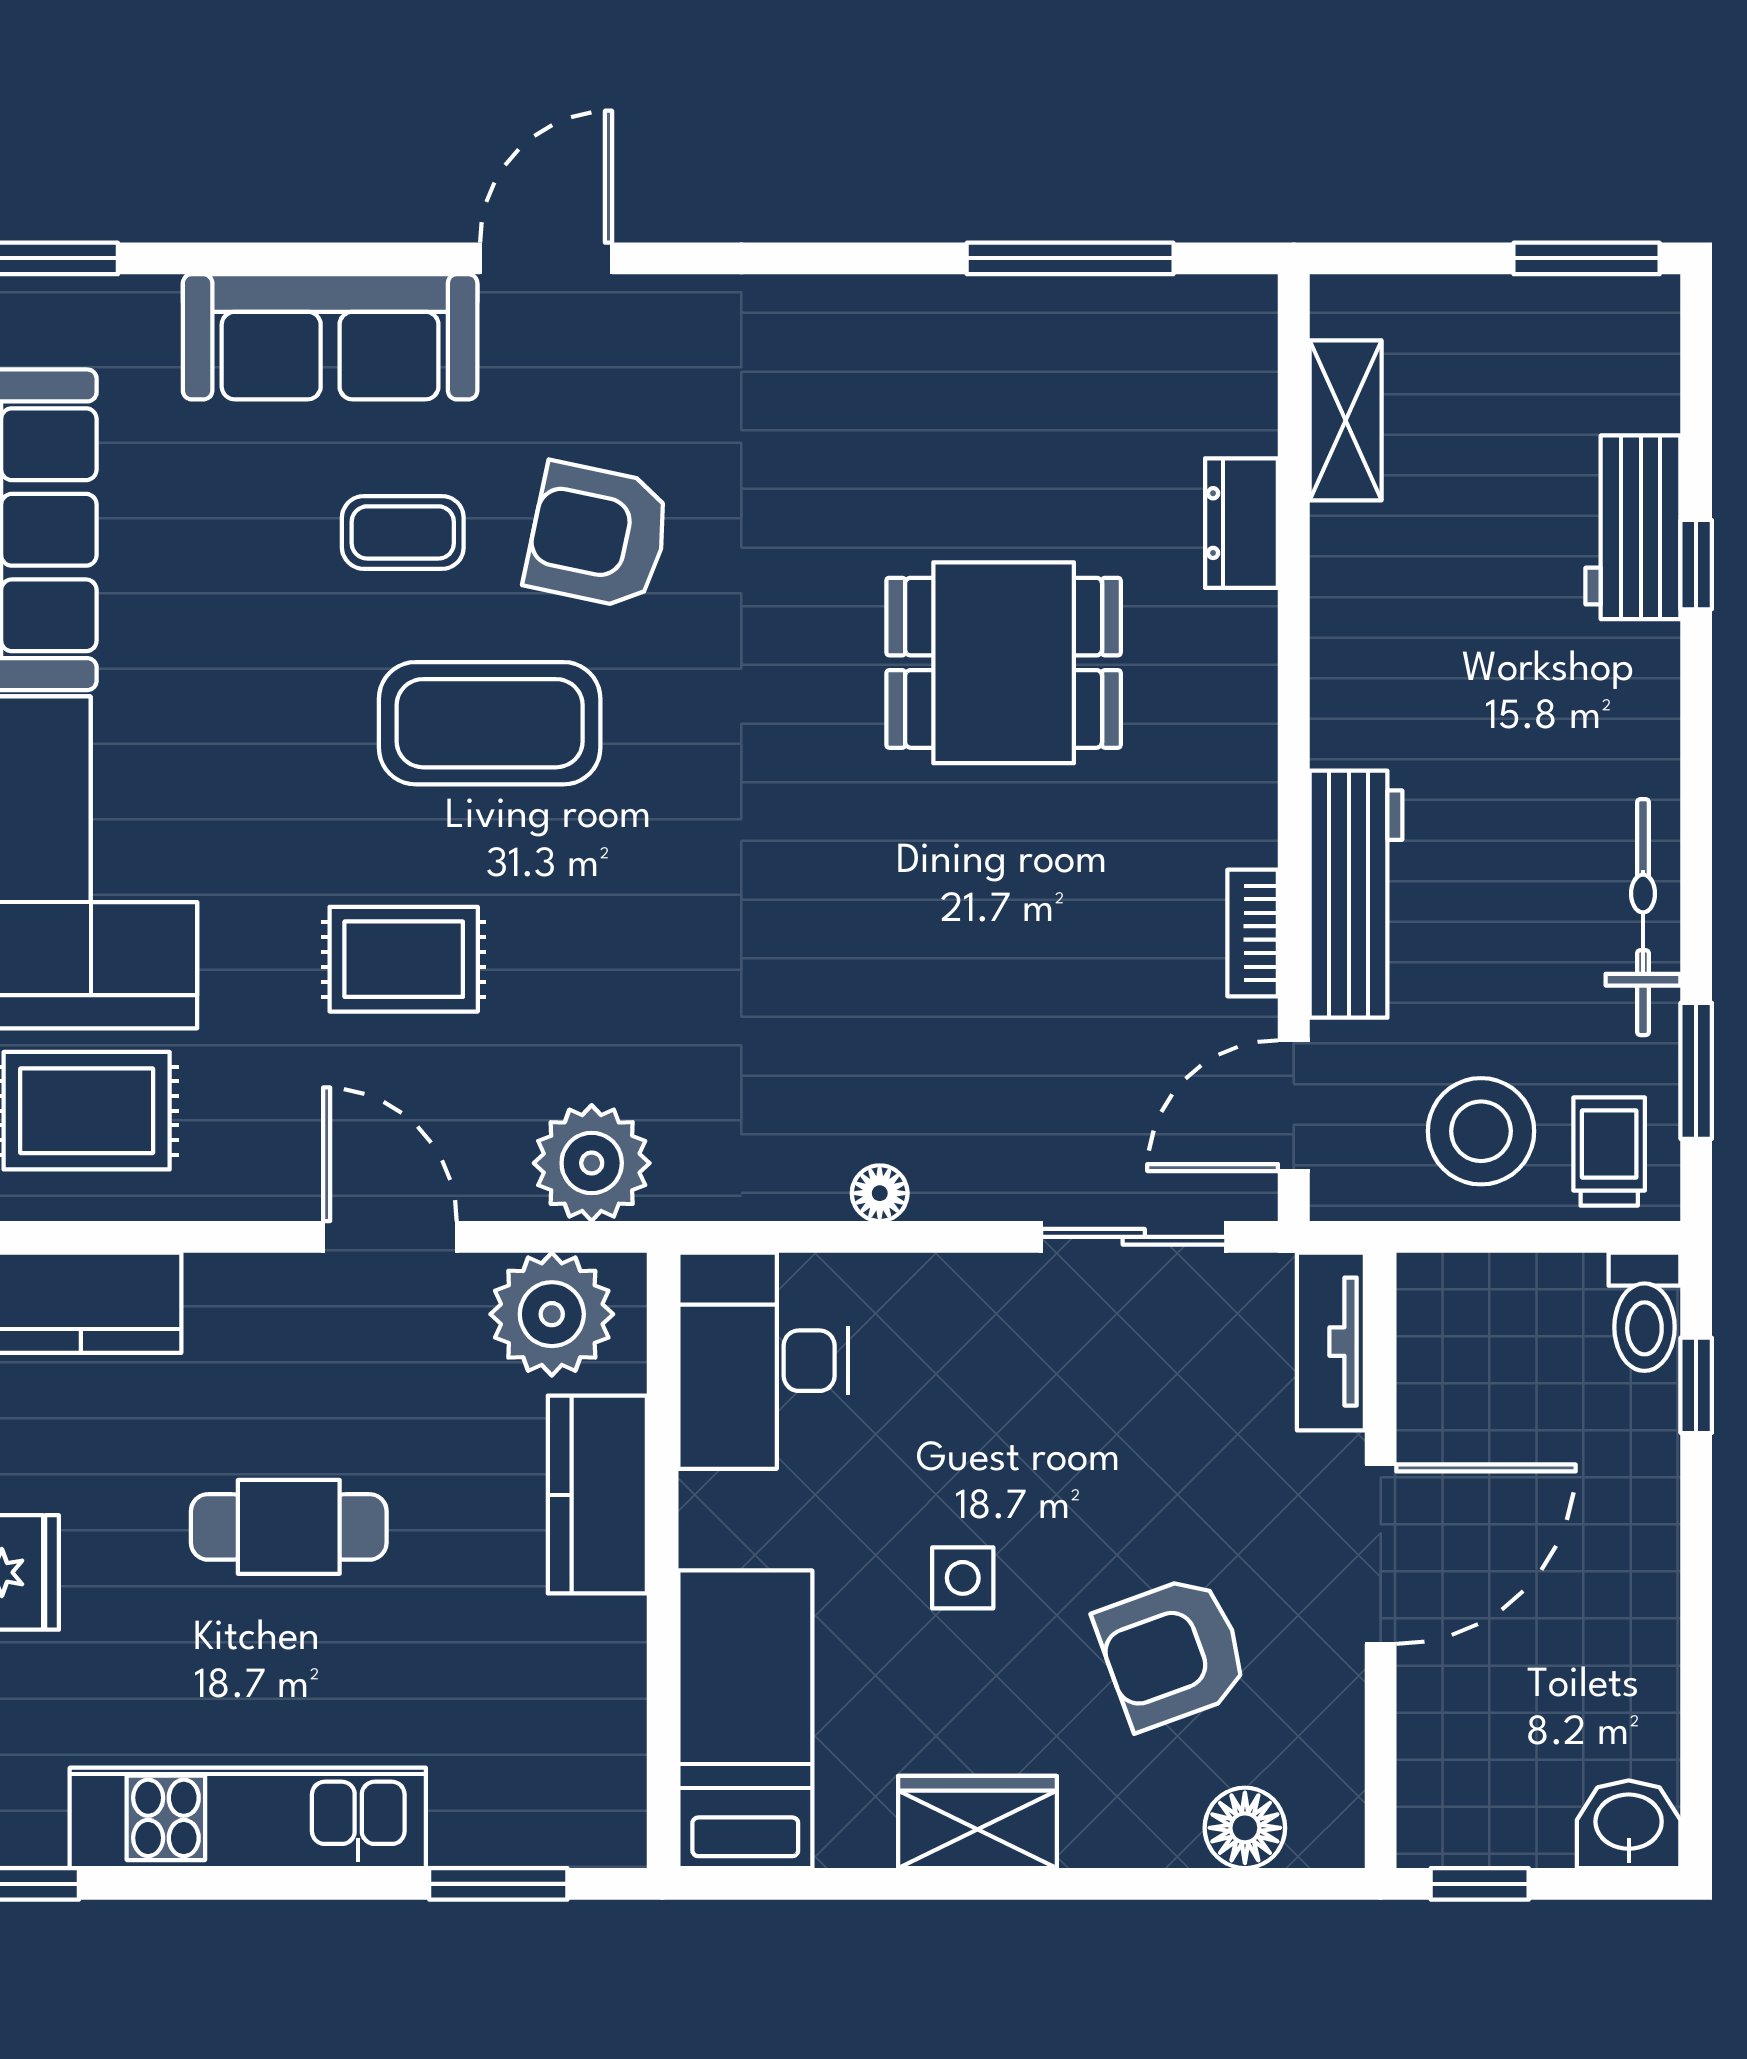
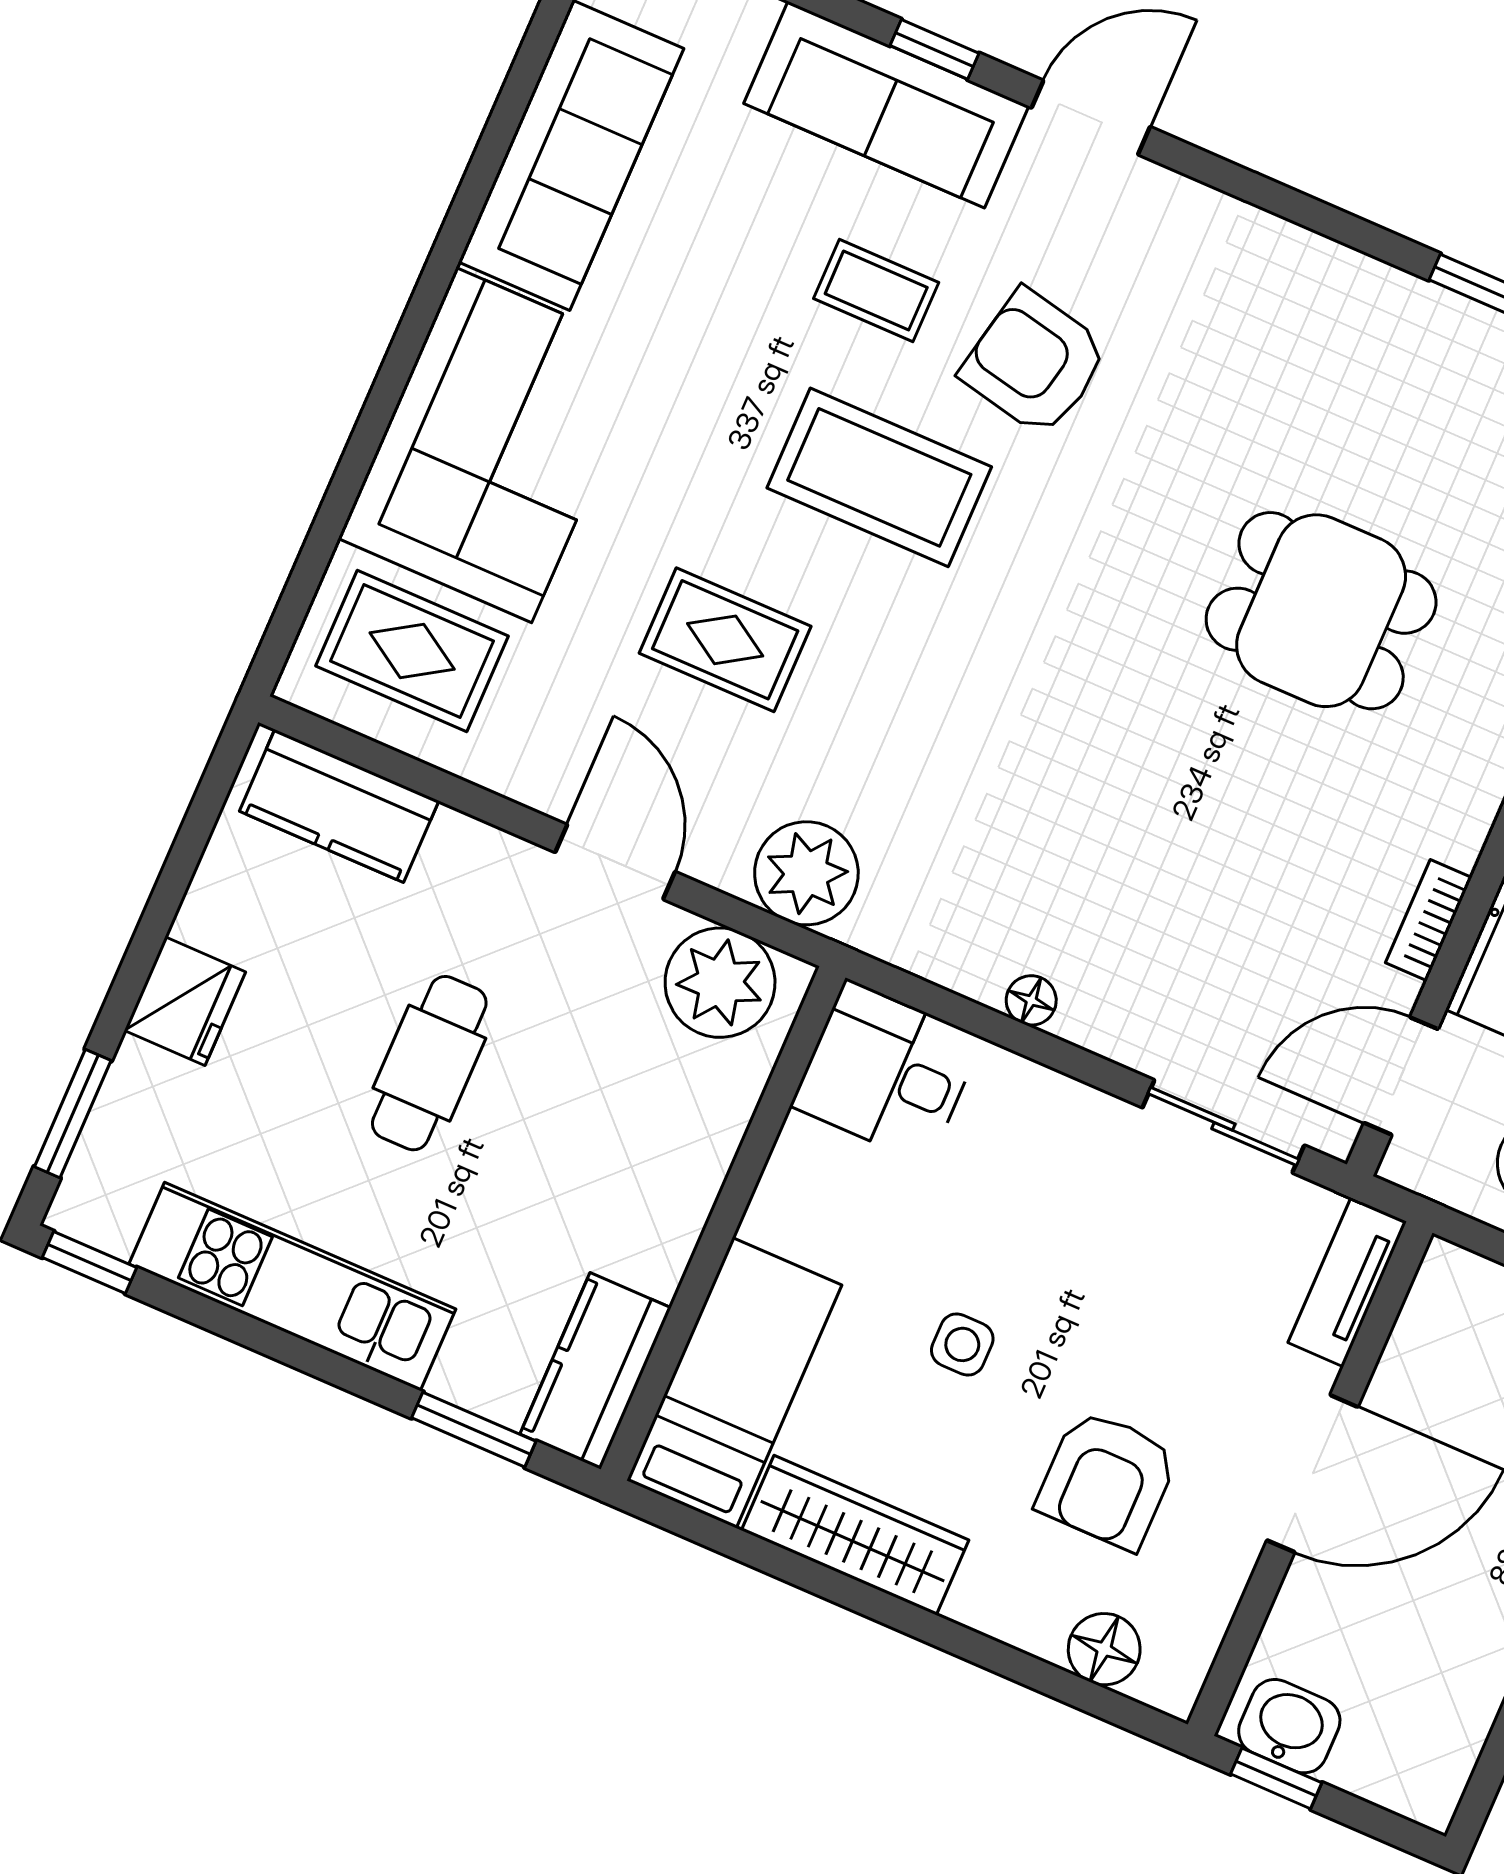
window: (355, 258) -> (934, 49), added
desk: (763, 1361) -> (887, 1072), width x0.73
kitchen counter: (597, 1495) -> (596, 1371), moved
cafe table: (289, 1527) -> (429, 1063), turned 90
armchair: (1172, 1652) -> (1107, 1480), turned -70
wardrobe: (977, 1822) -> (855, 1535), width x1.50
washbasin: (1629, 1824) -> (1289, 1726), moved

